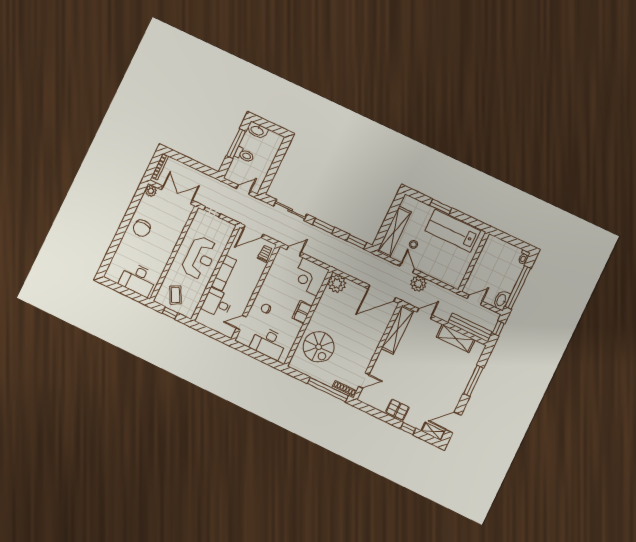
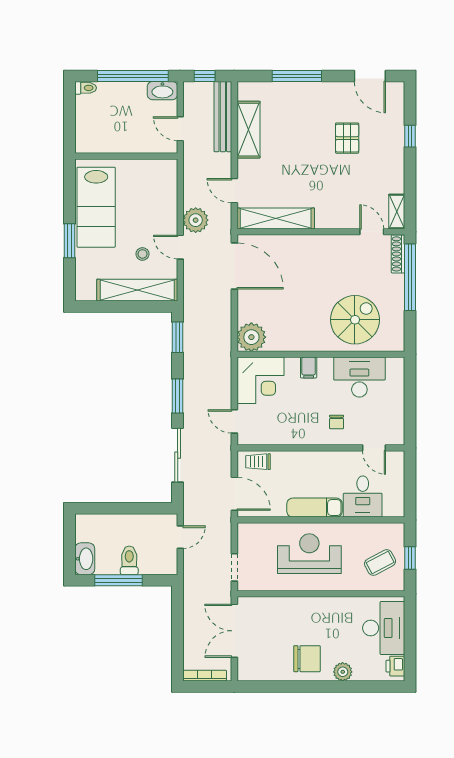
door: (244, 190) -> (180, 537), swing flipped
plant: (151, 191) -> (343, 672), moved
door: (407, 268) -> (180, 247), hinge flipped
printer: (114, 276) -> (395, 666), added
filing cabinet: (302, 312) -> (309, 367), width x0.50
desk: (269, 343) -> (359, 377), moved, turned -90
pallet: (397, 410) -> (347, 138), moved
shelving: (433, 431) -> (397, 212), moved

